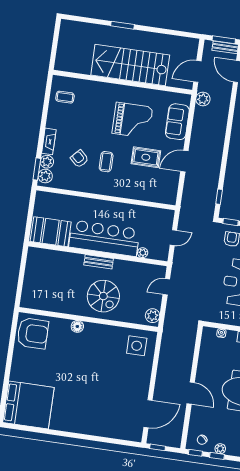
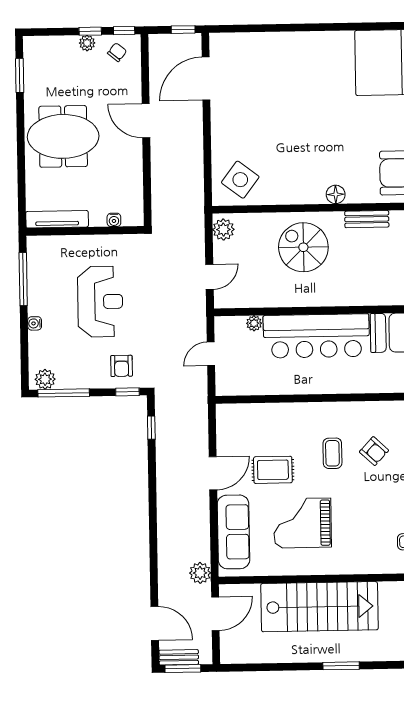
sofa: (177, 122) -> (233, 532), width x1.36
bench: (99, 262) -> (367, 219), moved
side table: (137, 346) -> (240, 180), turned 37

